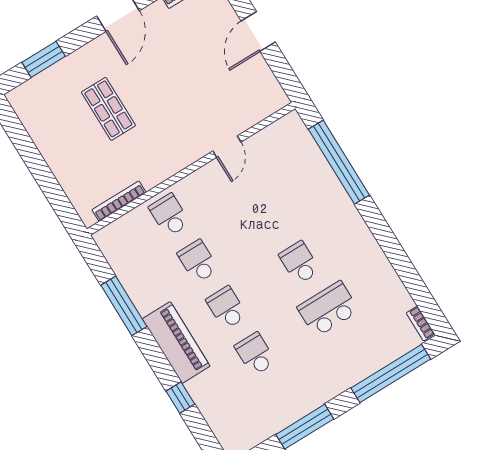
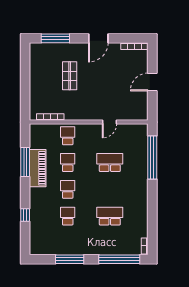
window: (44, 59) -> (55, 38), width x1.44
school desk: (299, 263) -> (110, 163), moved, width x1.85
piano: (176, 343) -> (38, 168), moved

